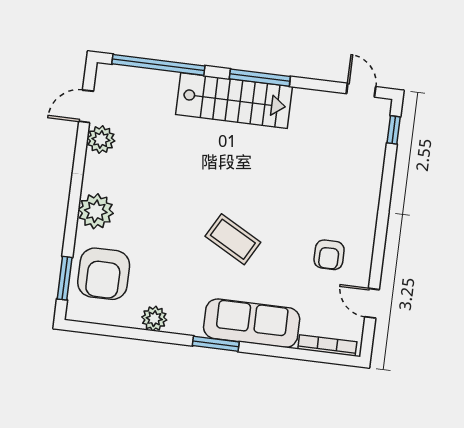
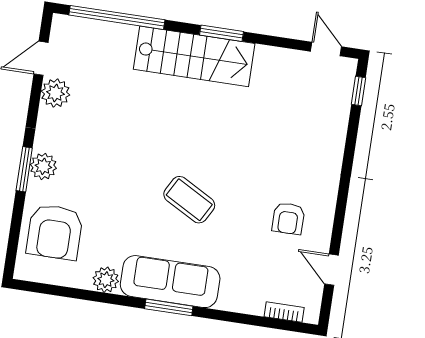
window: (260, 78) -> (222, 33), width x0.69
plant: (96, 211) -> (43, 166), width x0.73, depth x0.73
window: (65, 278) -> (24, 169), moved
sofa: (252, 323) -> (170, 282), moved
bookcase: (327, 345) -> (284, 312), width x0.64

